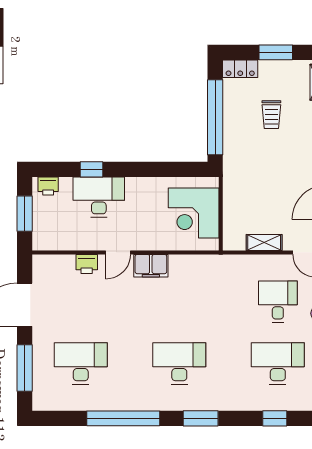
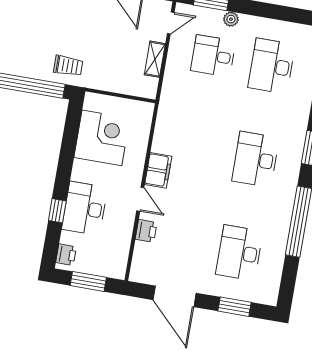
trolley: (271, 115) -> (68, 66), moved
corner desk: (194, 213) -> (102, 138), moved, turned -90
window: (25, 368) -> (234, 307), width x0.69

